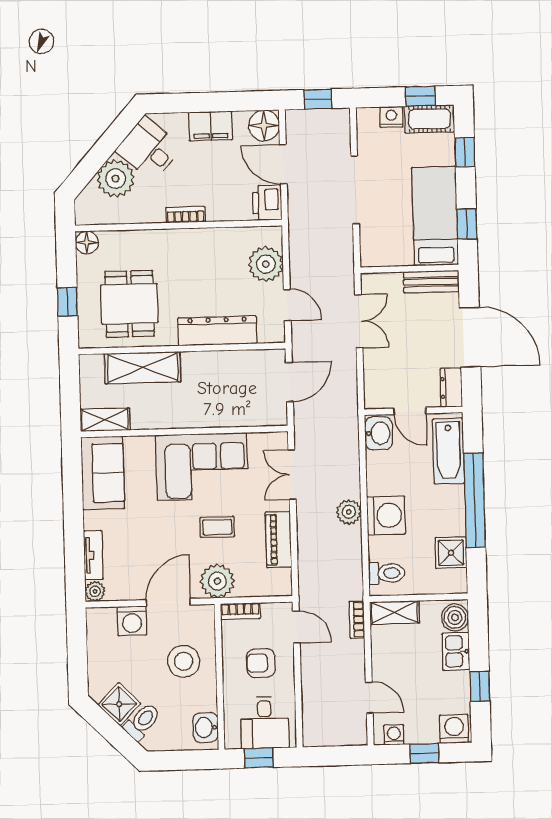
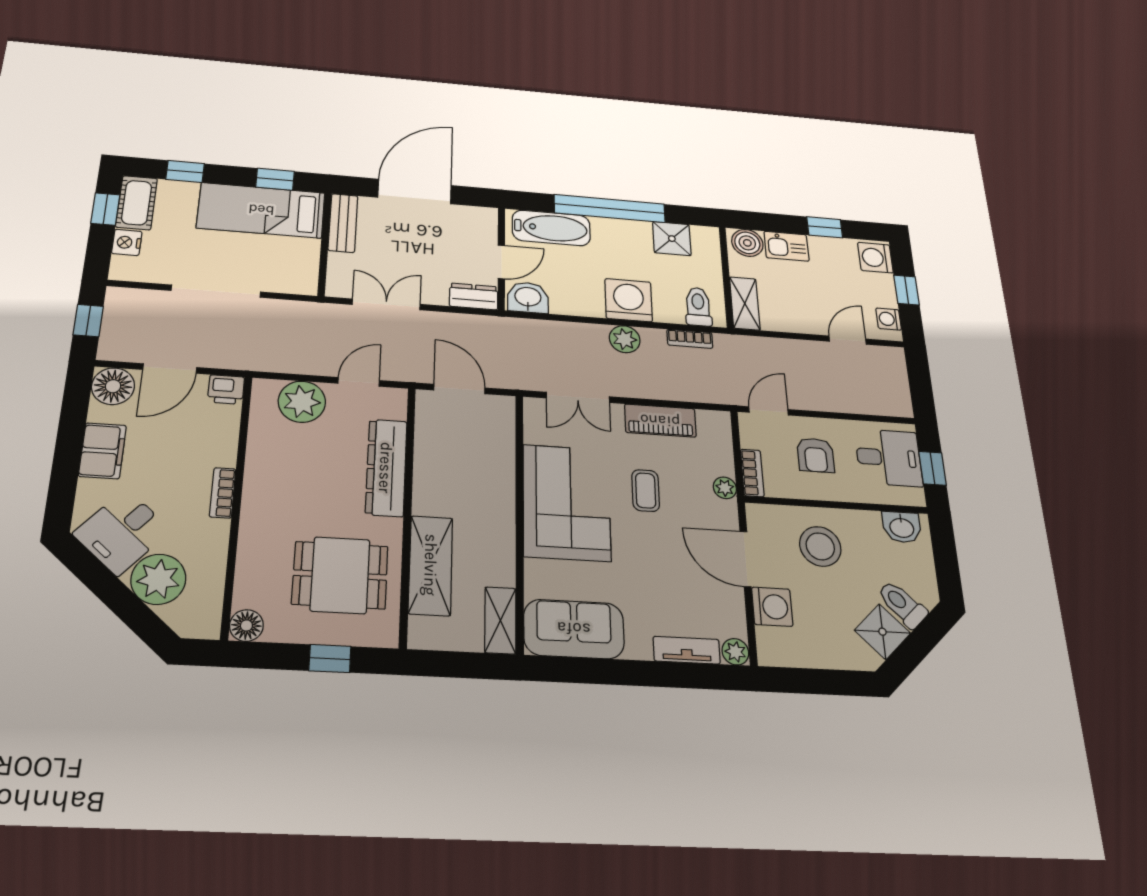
printer: (267, 203) -> (226, 390), width x0.73, depth x0.81
dresser: (451, 388) -> (474, 296), moved, turned 180
plant: (217, 581) -> (725, 488), width x0.53, depth x0.53
bookcase: (357, 620) -> (690, 339), moved

